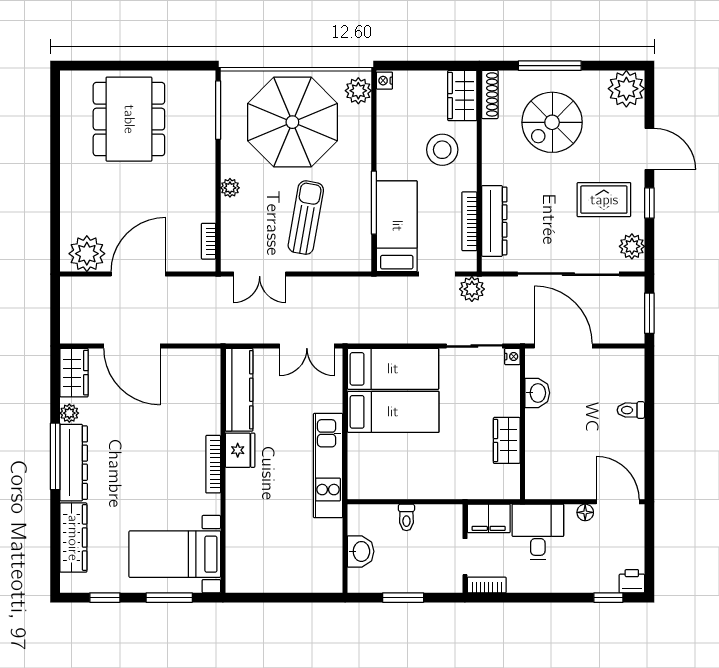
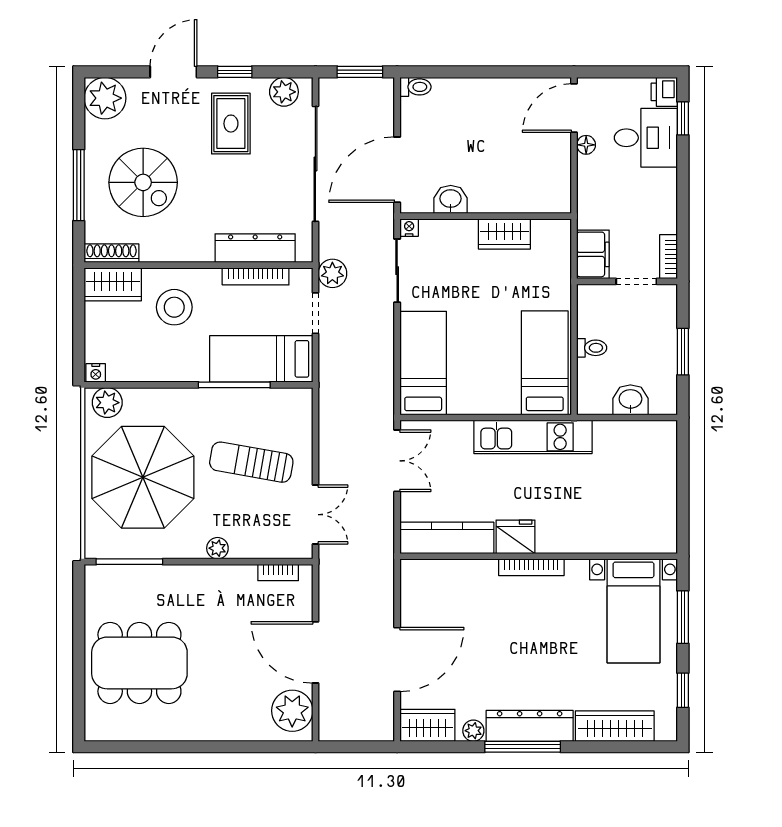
toilet: (631, 410) -> (415, 87), moved, turned -90
bed: (393, 412) -> (545, 363), moved
desk: (538, 532) -> (646, 138), moved, turned 180

